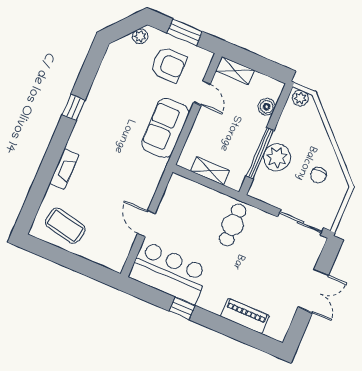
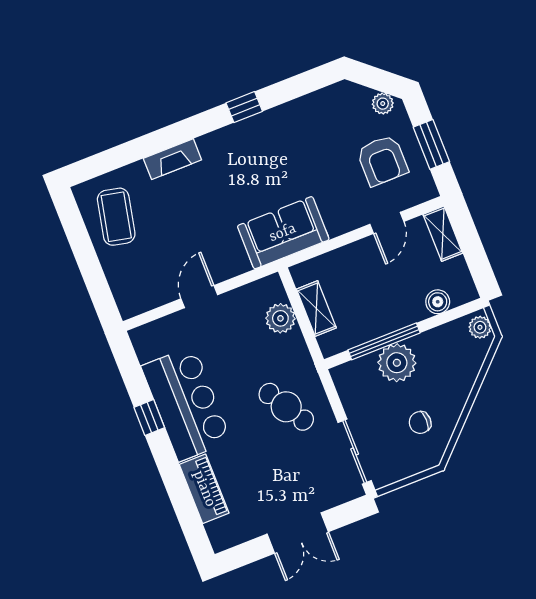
sofa: (165, 128) -> (283, 233), moved
plant: (197, 194) -> (280, 318), added
cafe table: (233, 225) -> (286, 407), moved, turned 59
bar counter: (169, 273) -> (186, 404), moved

